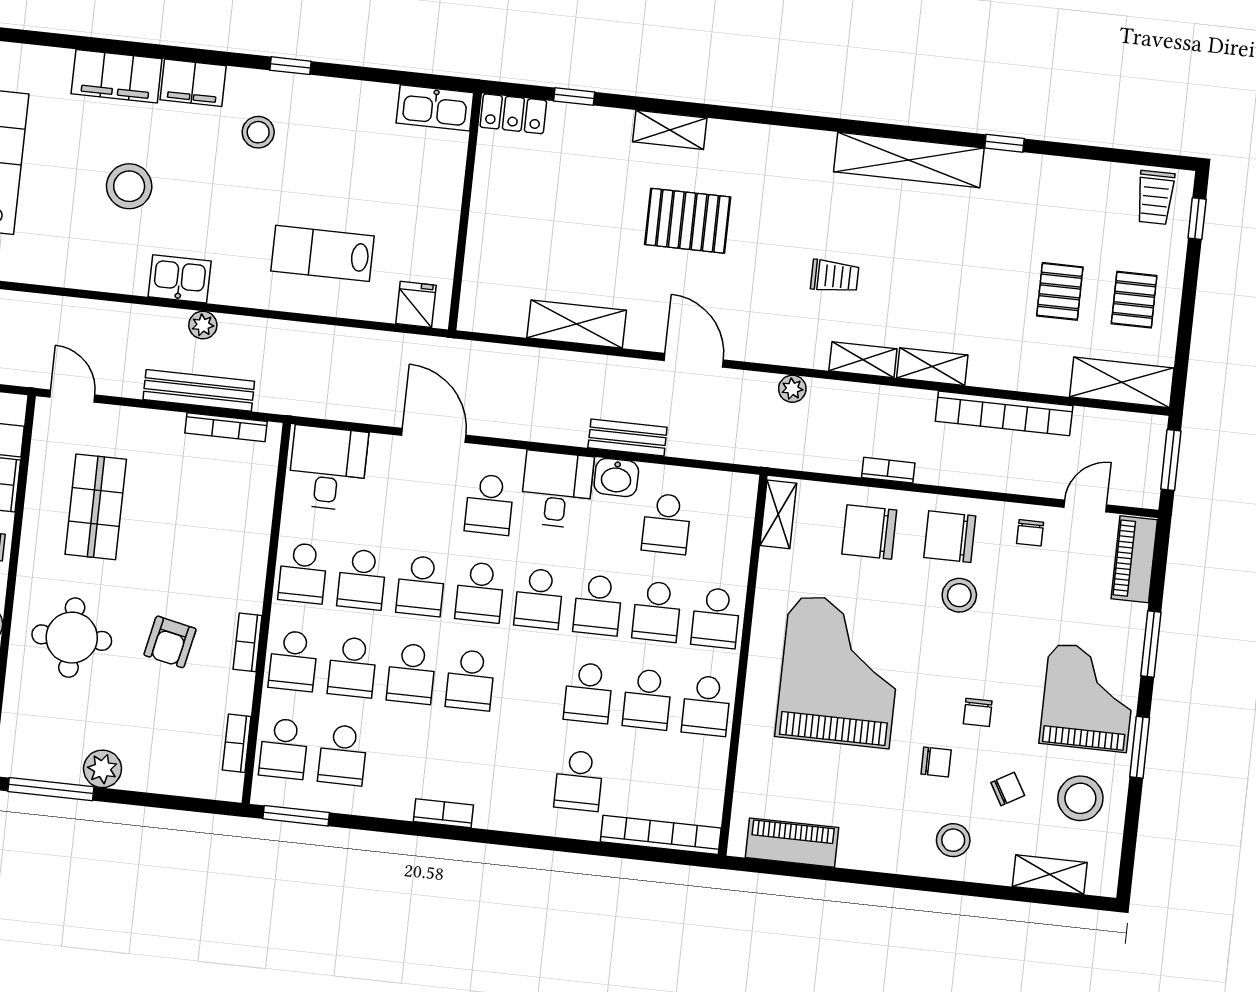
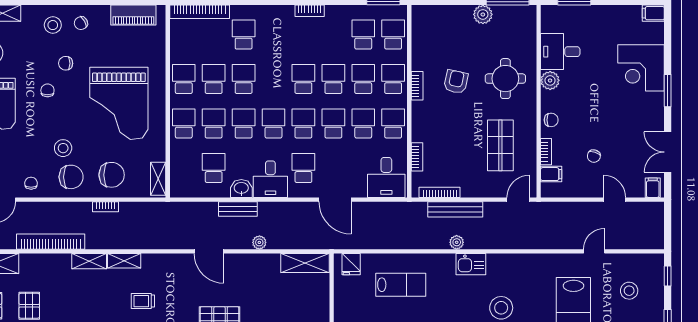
shelving: (577, 324) -> (305, 263), moved
plant: (792, 389) -> (259, 242), moved
door: (72, 396) -> (518, 200), swing flipped
bookcase: (237, 743) -> (417, 157), moved
chair: (1008, 789) -> (81, 23), moved

